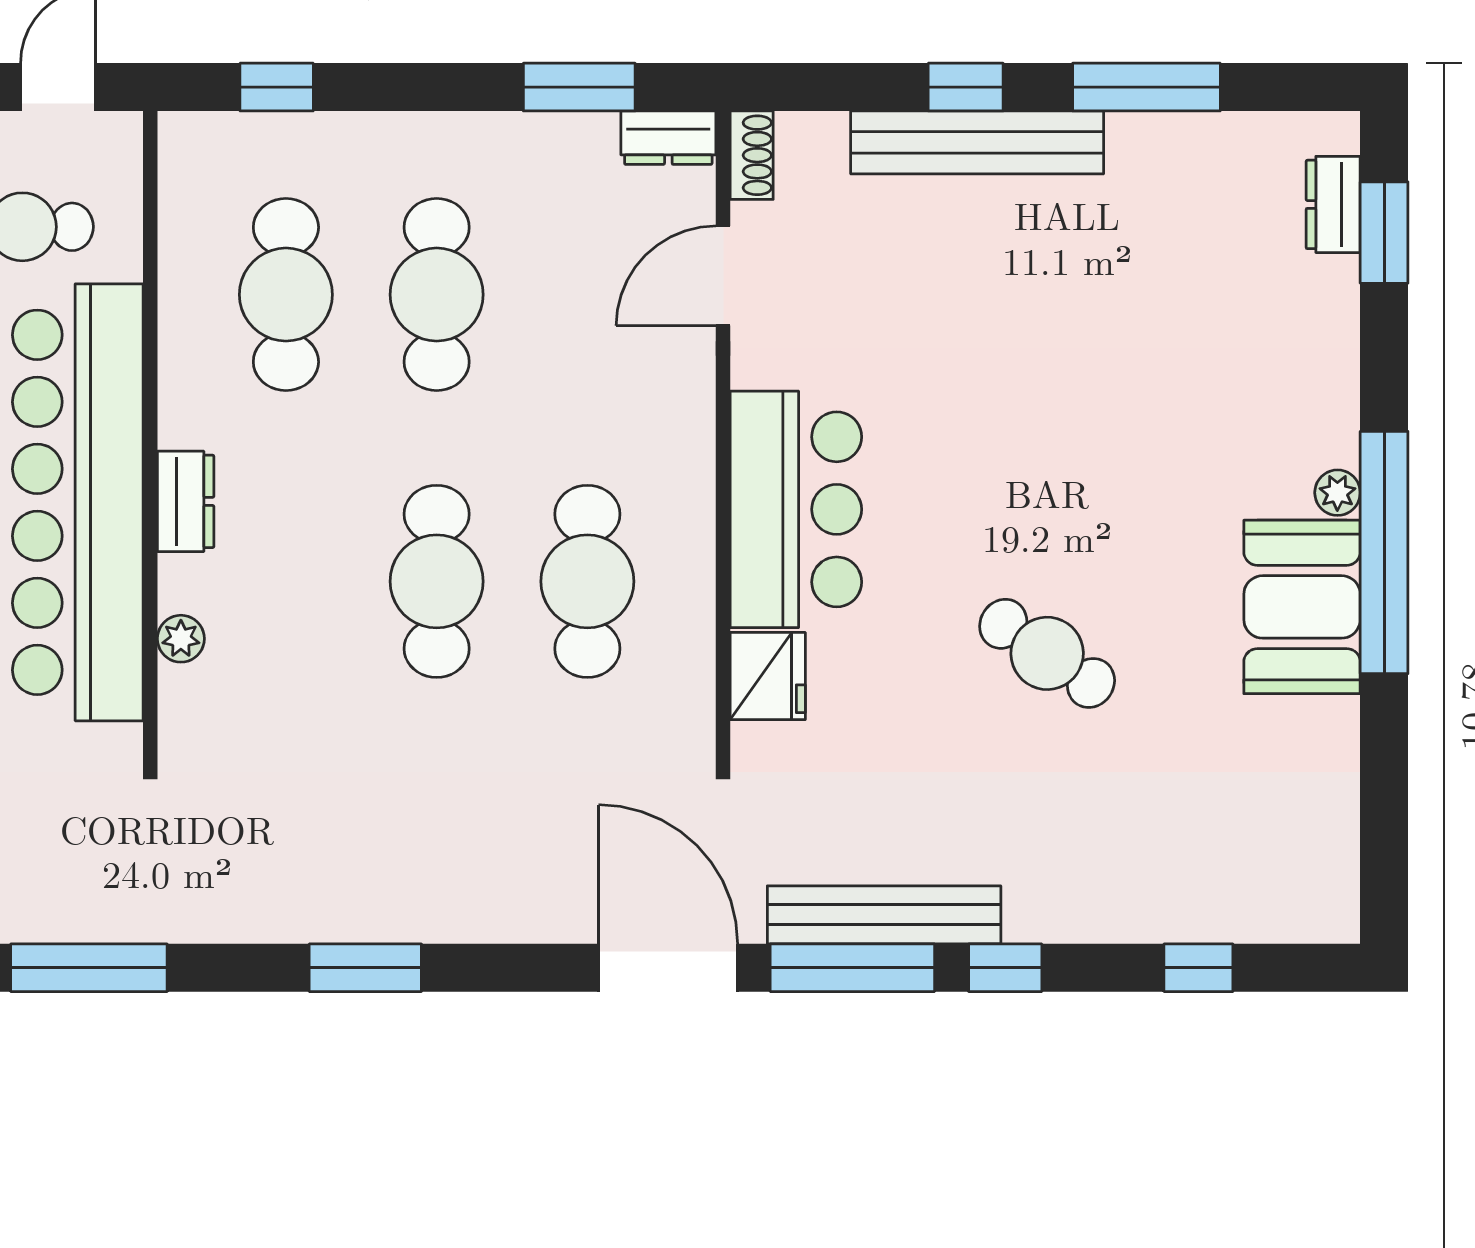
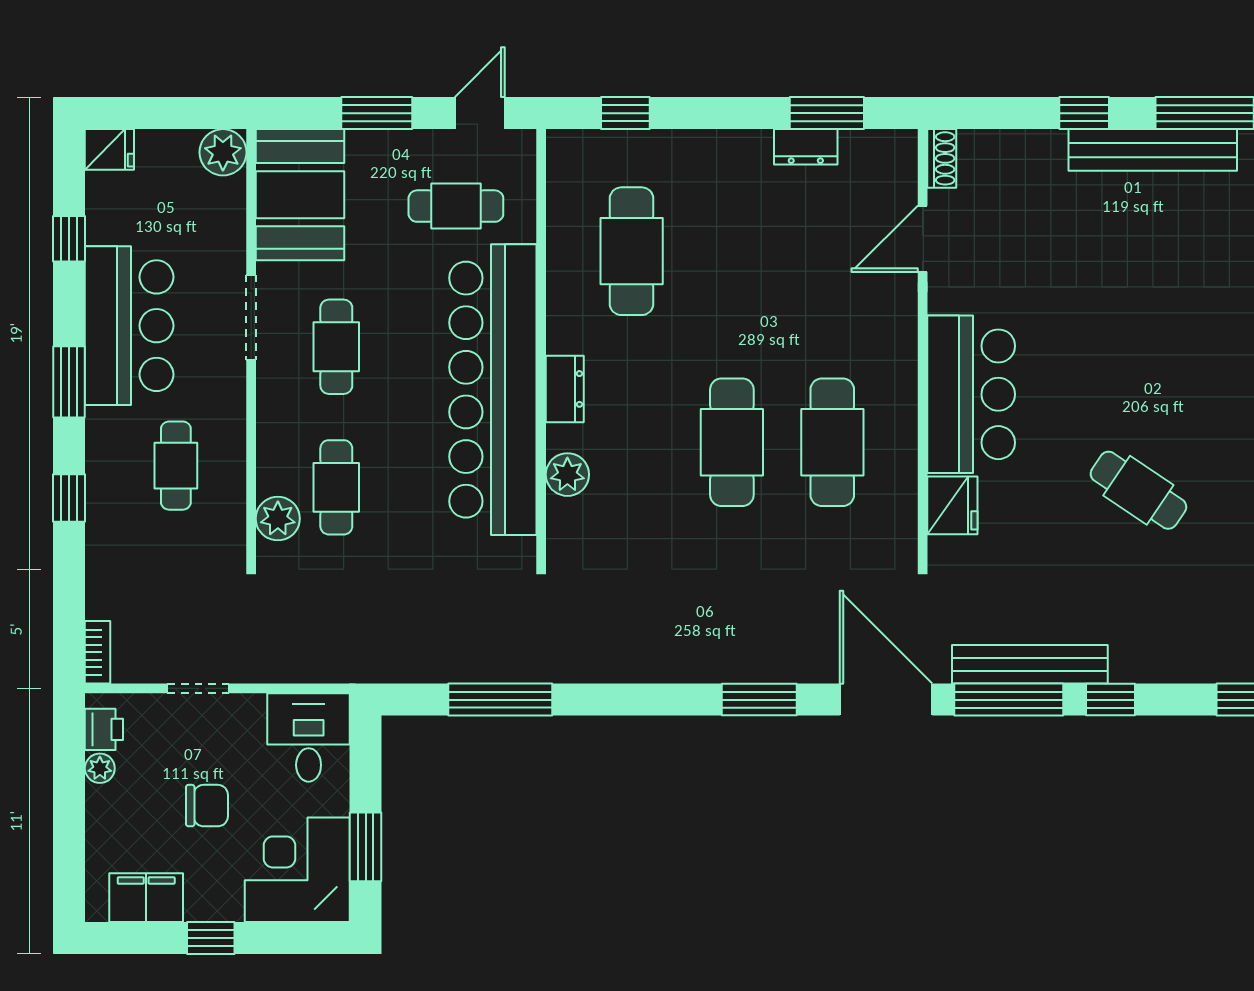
dresser: (668, 138) -> (806, 147), moved
bench: (977, 142) -> (1153, 150), moved
cafe table: (437, 295) -> (732, 251), removed
plant: (181, 639) -> (567, 475), width x1.38, depth x1.38
window: (365, 968) -> (759, 700), moved

